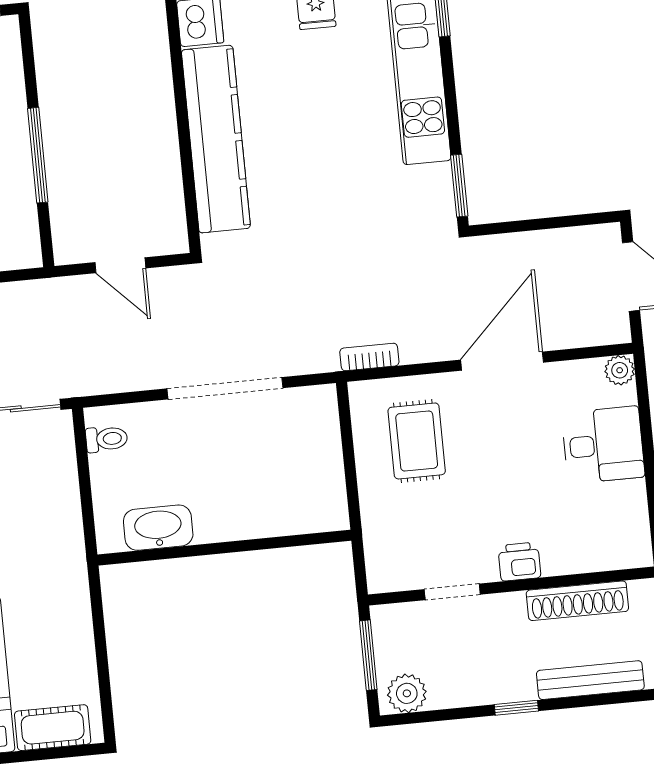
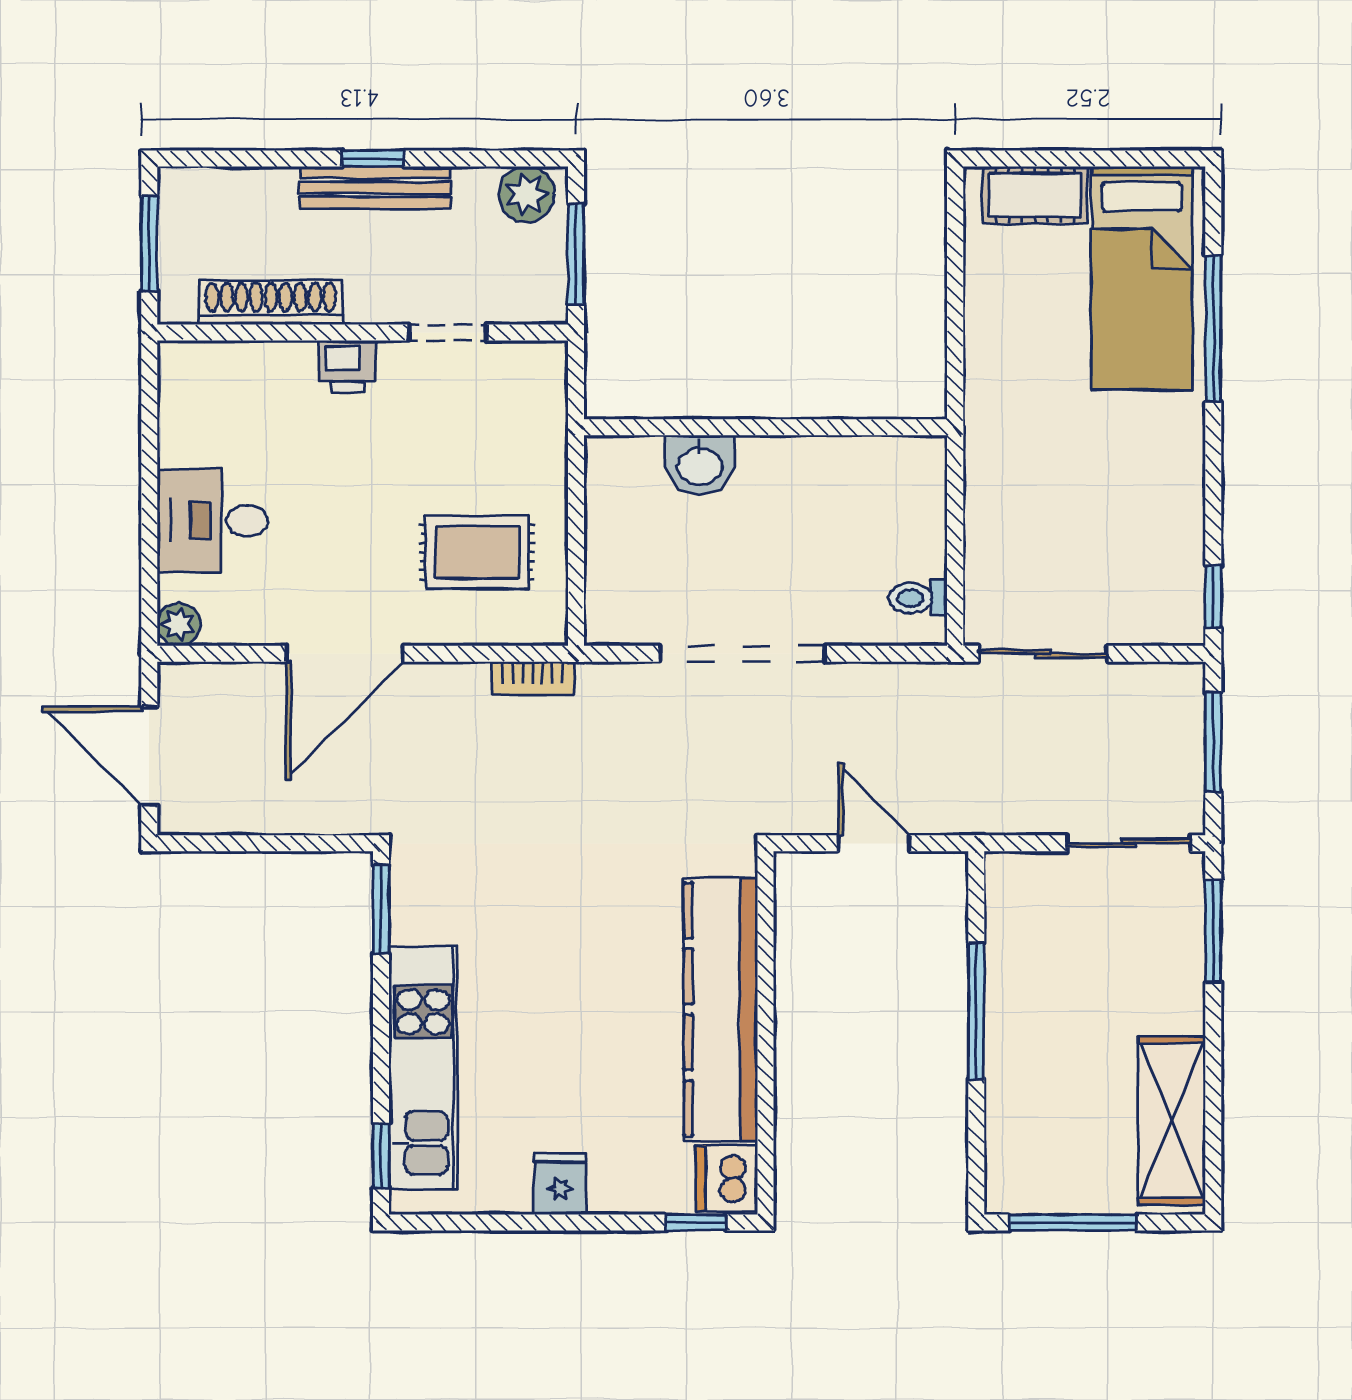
rug: (417, 441) -> (477, 552), turned 90
washbasin: (158, 528) -> (700, 465), moved, width x0.72
bench: (590, 680) -> (375, 188), moved

